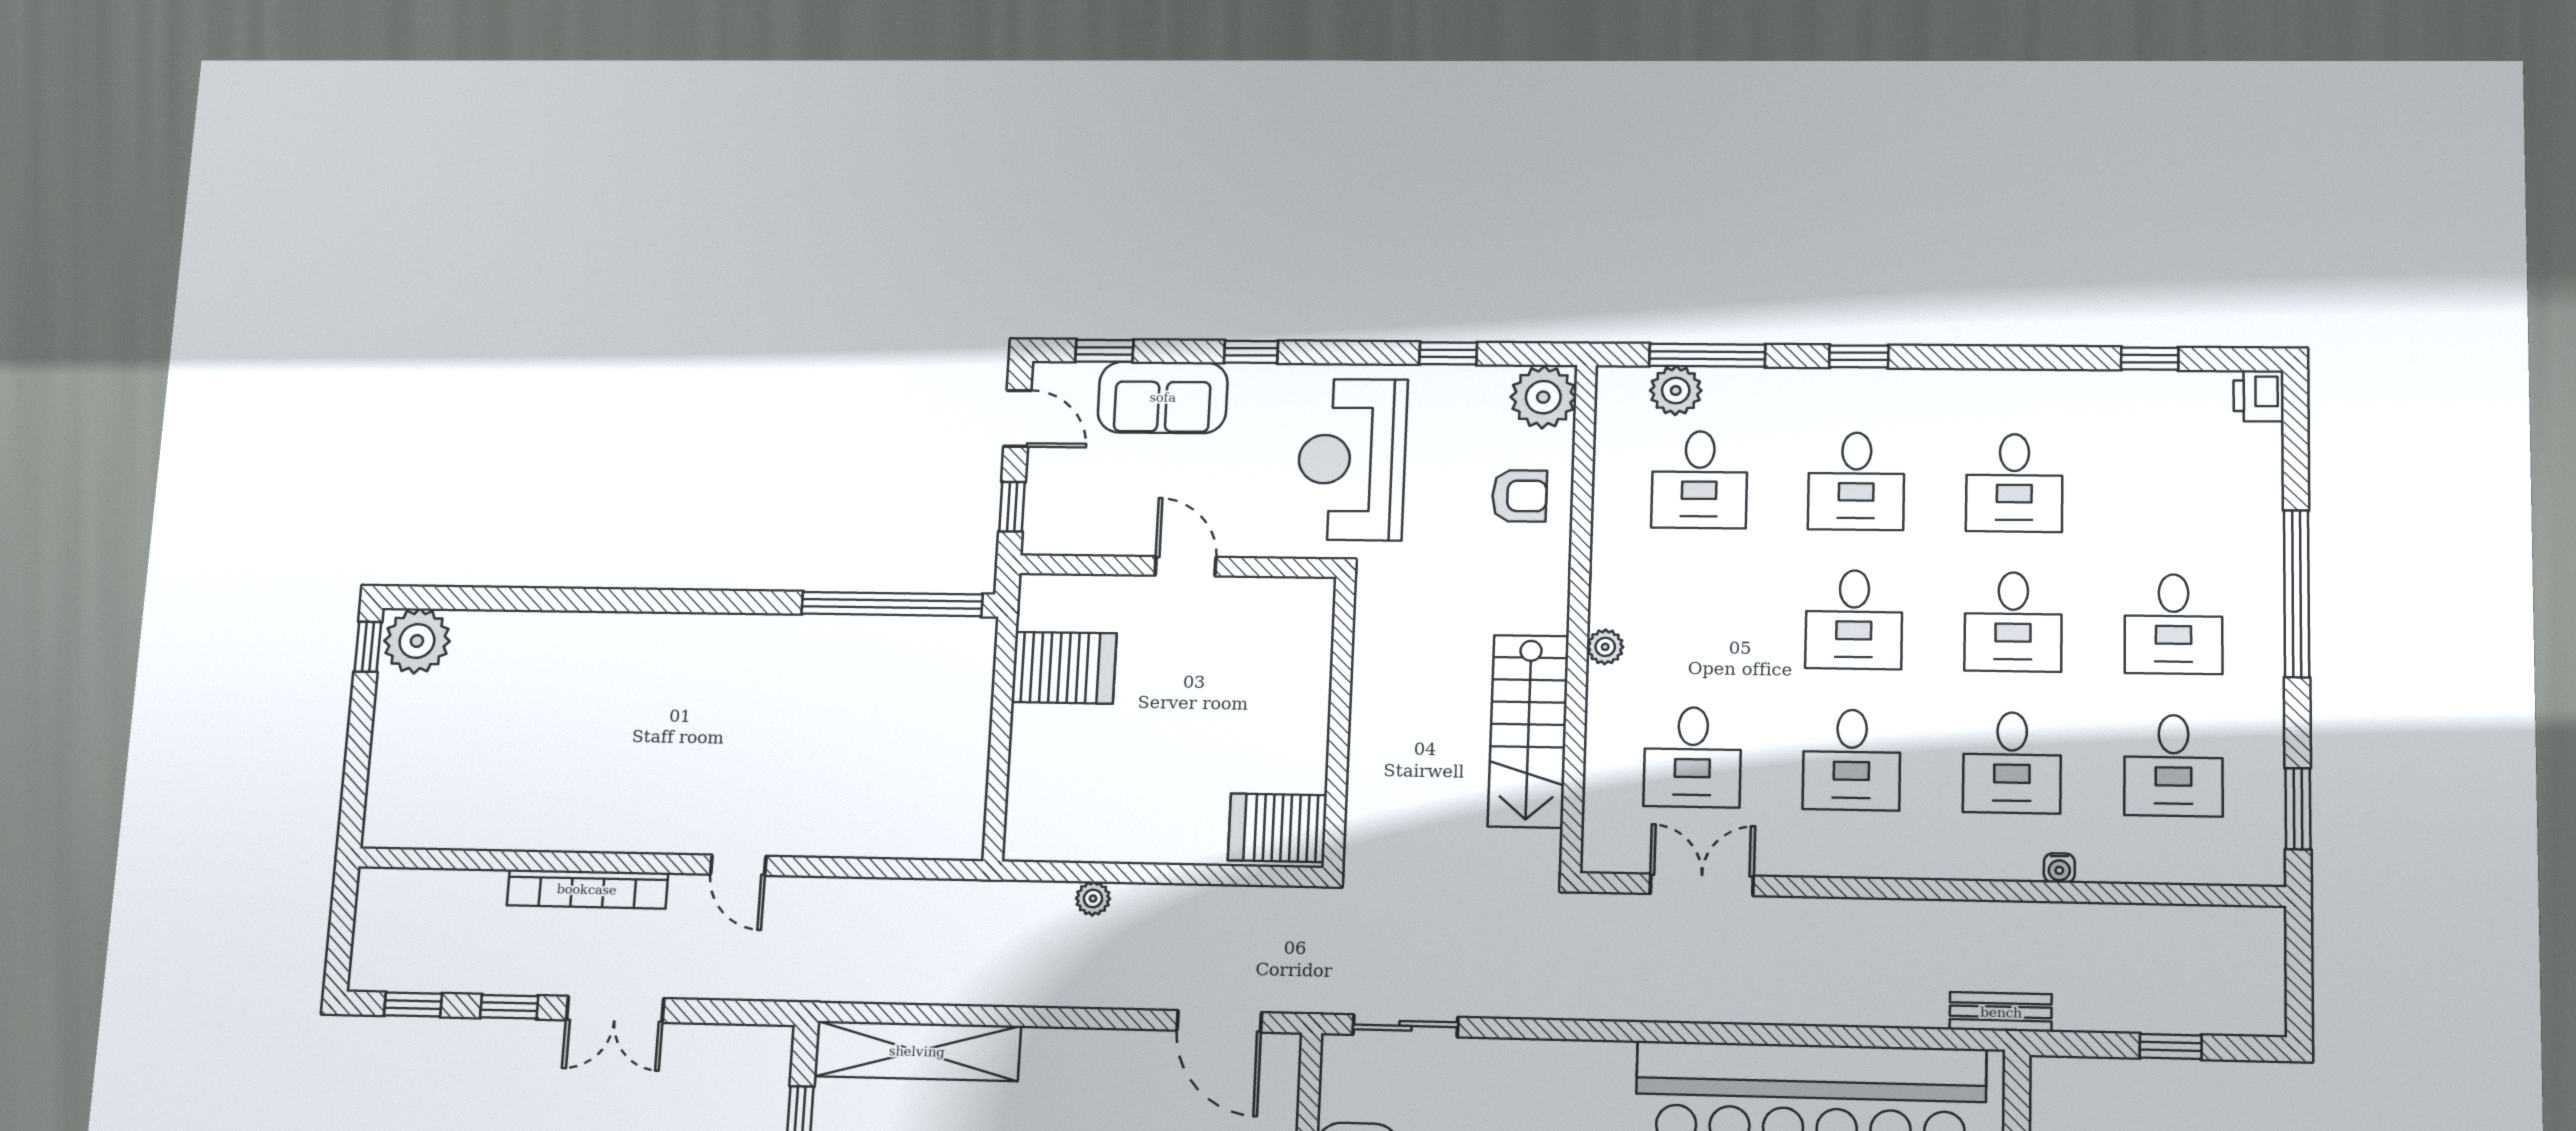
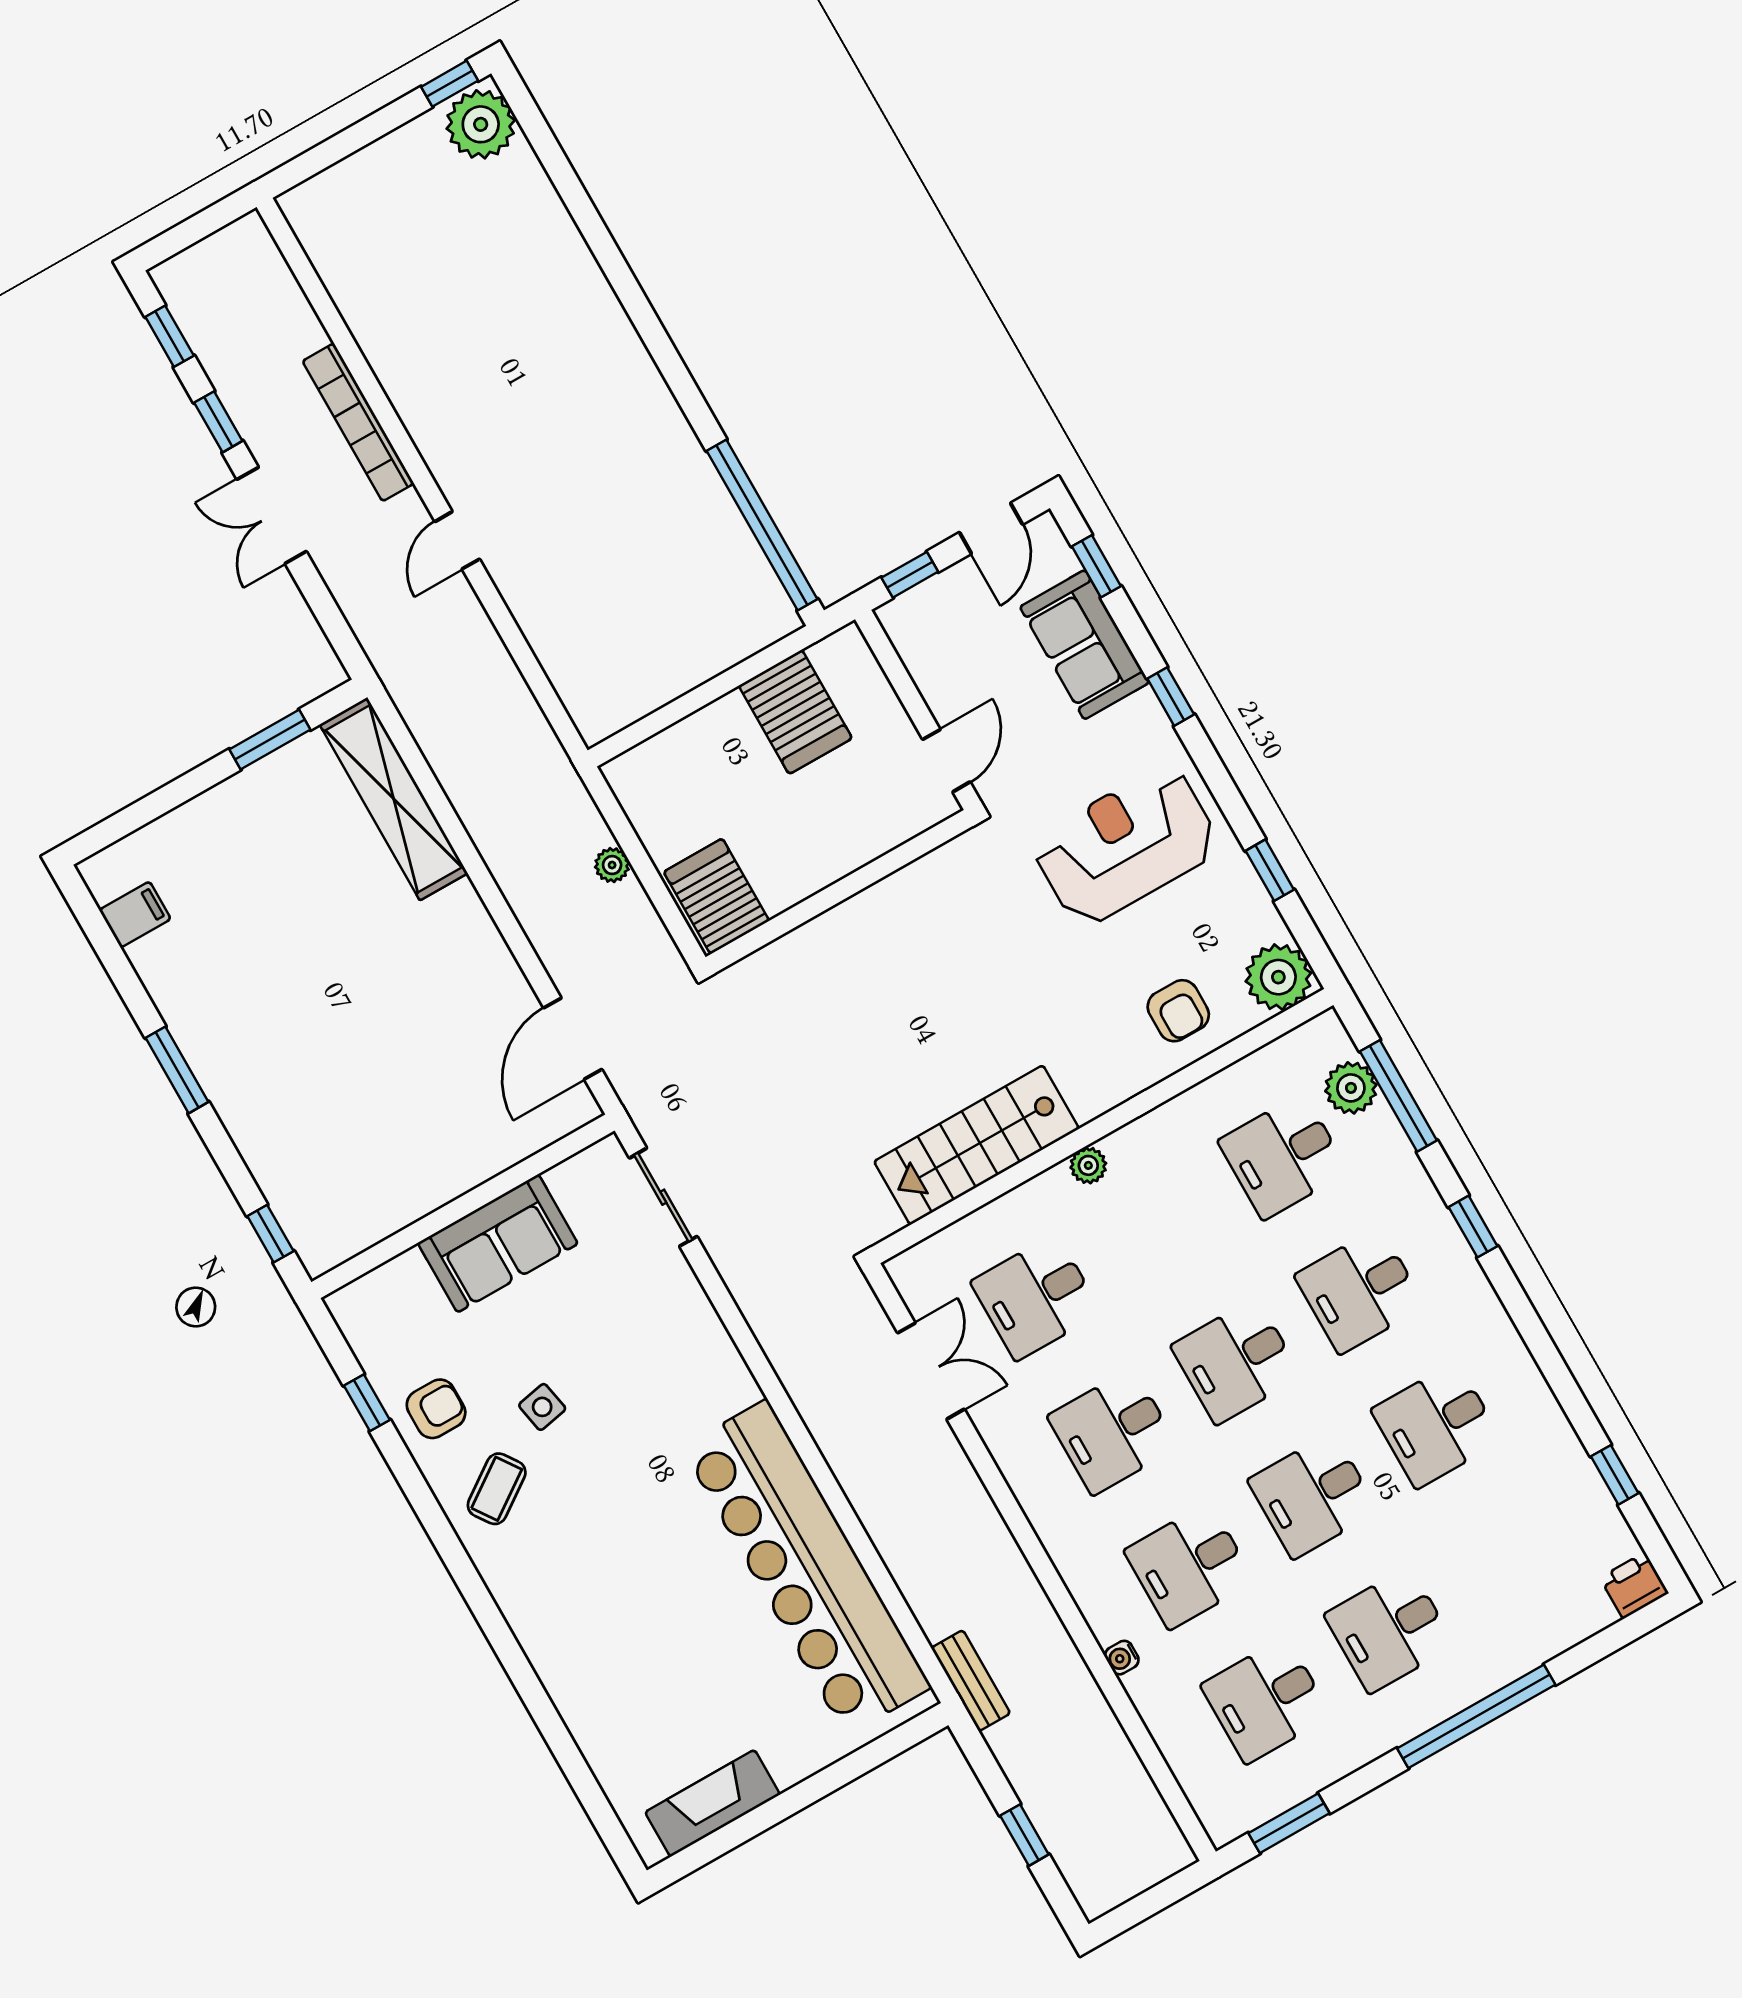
wall: (1339, 722) -> (839, 892), moved
server rack: (1277, 828) -> (716, 896), moved

